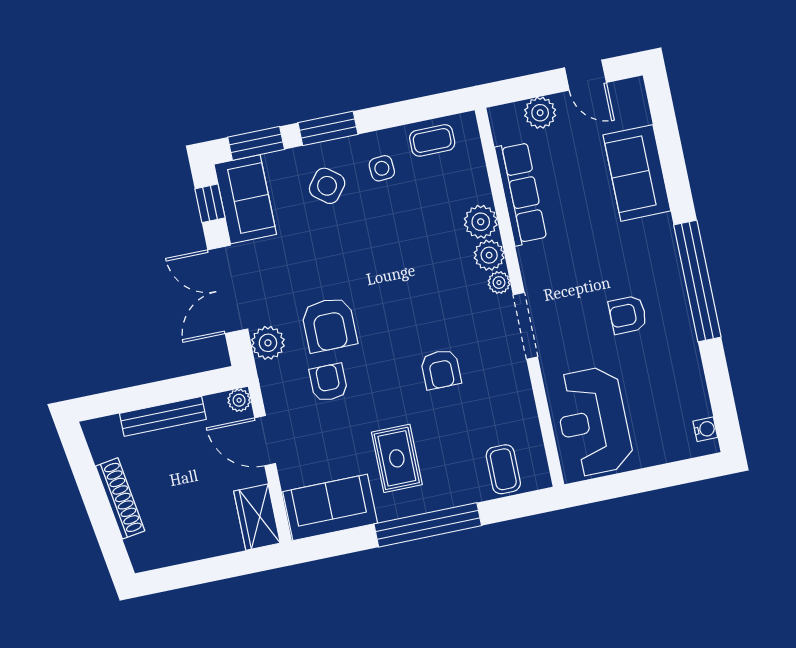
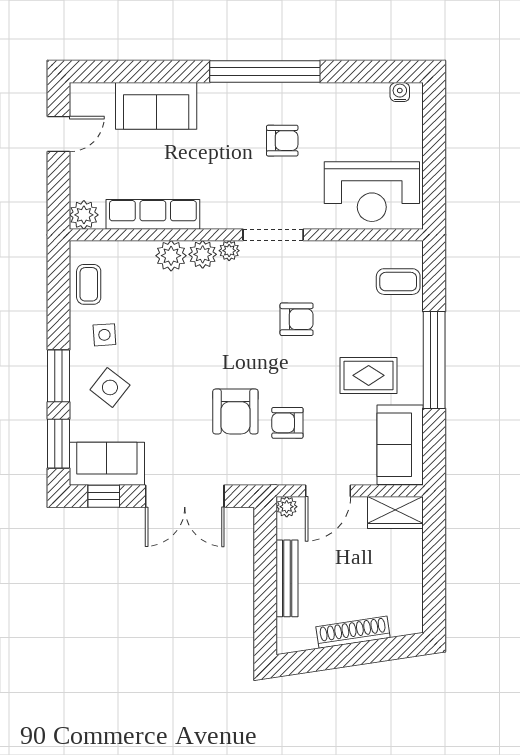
plant: (540, 113) -> (84, 215), moved
armchair: (628, 315) -> (282, 141), turned -90
armchair: (329, 325) -> (235, 412), turned 90
plant: (268, 343) -> (240, 470), removed

